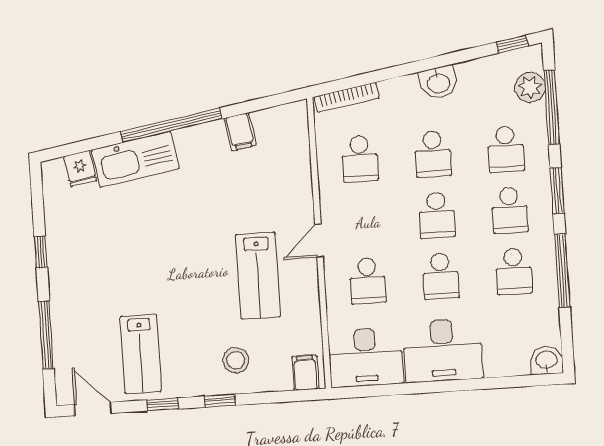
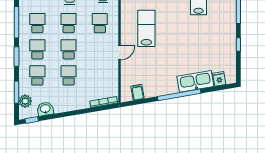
washbasin: (438, 83) -> (45, 109), moved
window: (552, 107) -> (17, 92), width x0.69
filing cabinet: (240, 132) -> (138, 92), moved
school desk: (360, 159) -> (100, 75), removed
door: (319, 241) -> (119, 53), moved

